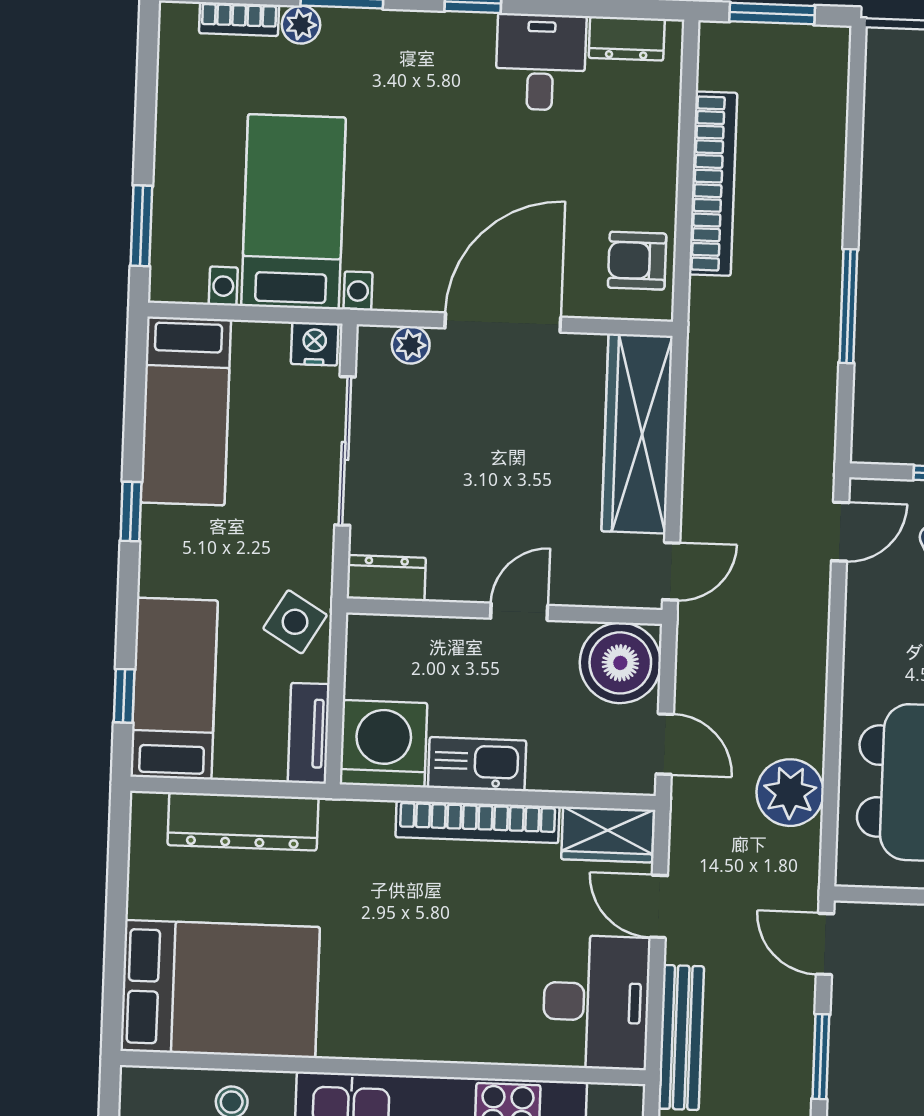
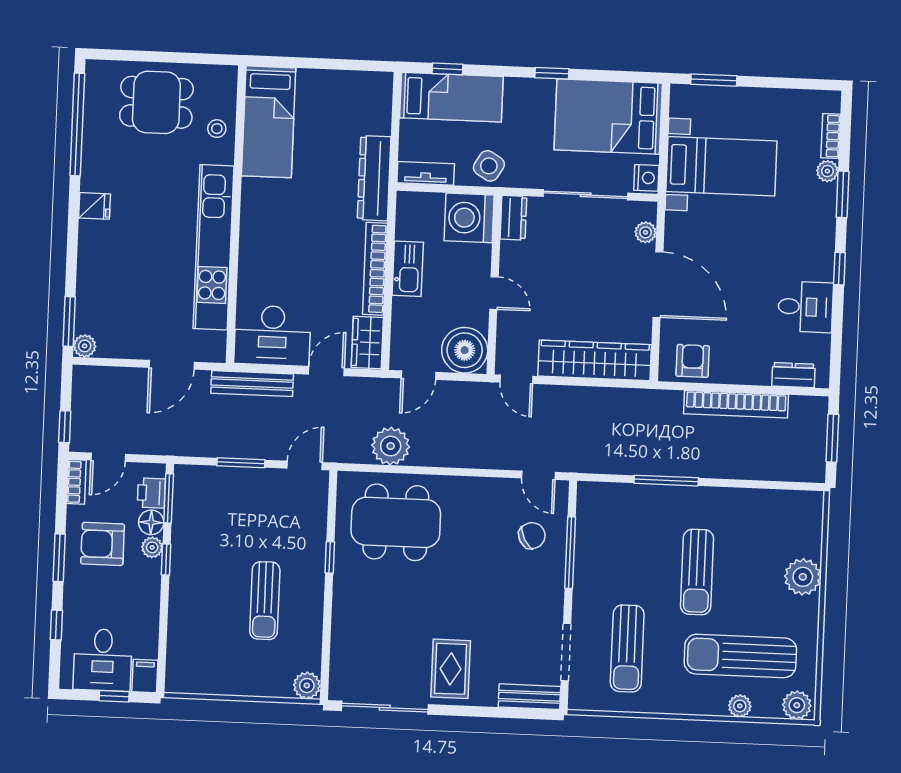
dresser: (627, 38) -> (793, 375), moved, turned 90
bed: (186, 411) -> (608, 117), width x1.50
washing machine: (384, 744) -> (469, 218), moved, turned 180
dresser: (243, 821) -> (374, 178), moved
bed: (220, 989) -> (269, 122), width x0.67

